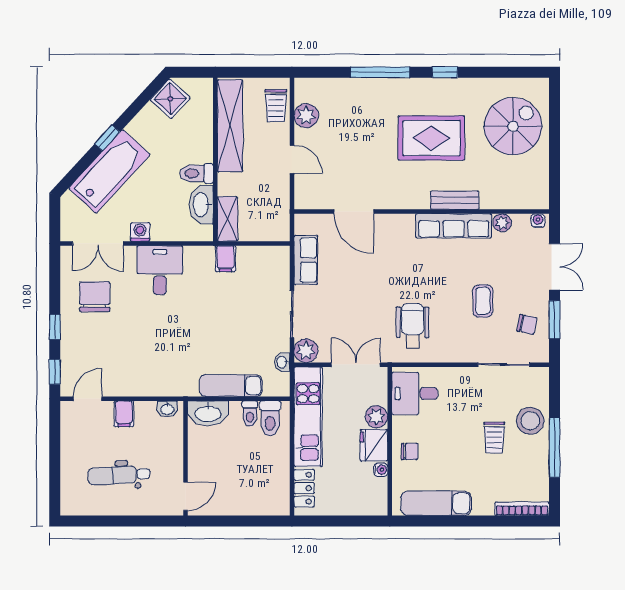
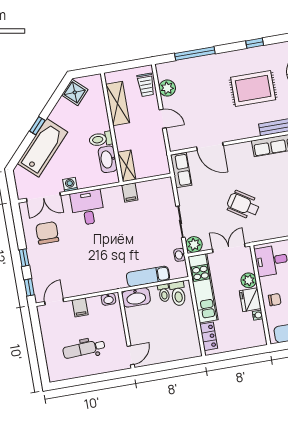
window: (380, 72) -> (195, 53), moved
shelving: (230, 126) -> (118, 103), width x0.68
row of seats: (306, 260) -> (181, 170), moved
wheelchair: (413, 326) -> (243, 205), moved, turned -57

